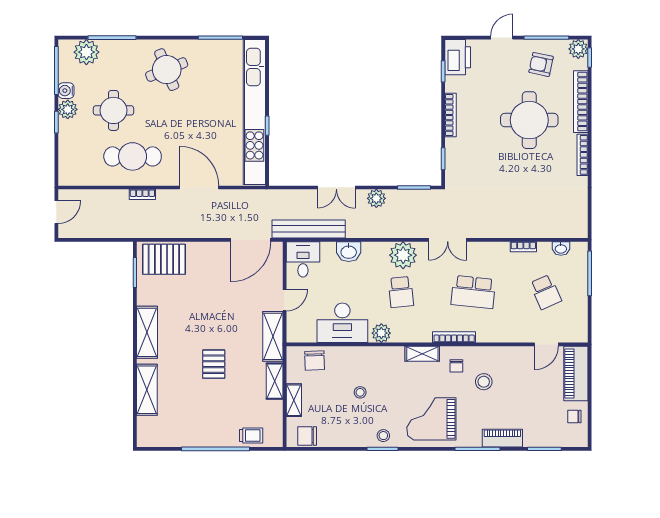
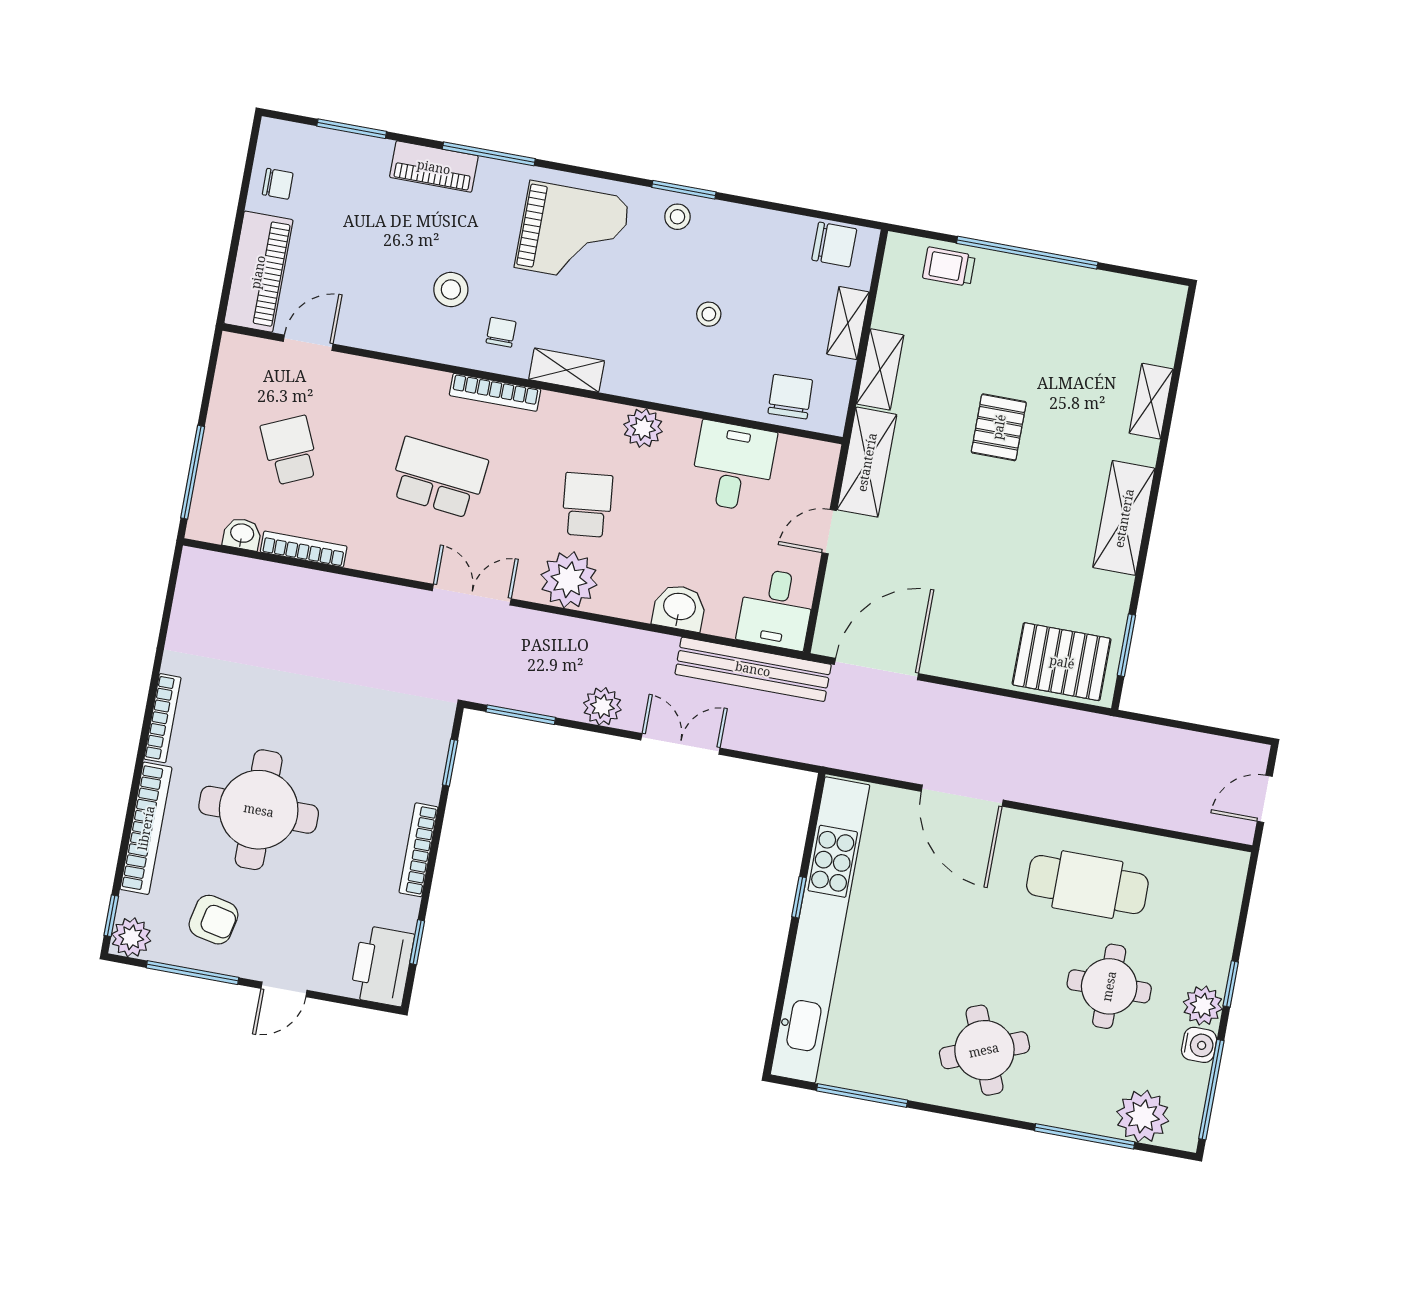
bookcase: (142, 194) -> (1081, 803), removed
bookcase: (523, 247) -> (304, 549), width x1.56
desk: (342, 323) -> (733, 466), width x0.73
shelving: (147, 390) -> (1151, 401), width x0.67, depth x0.75

